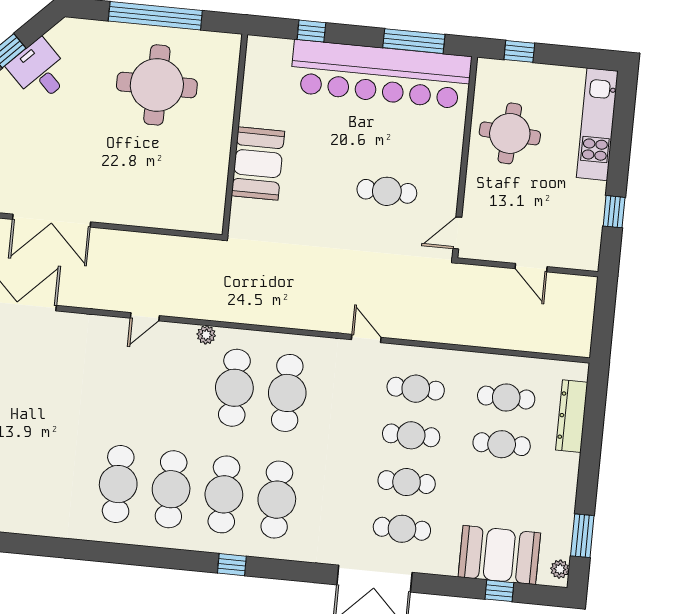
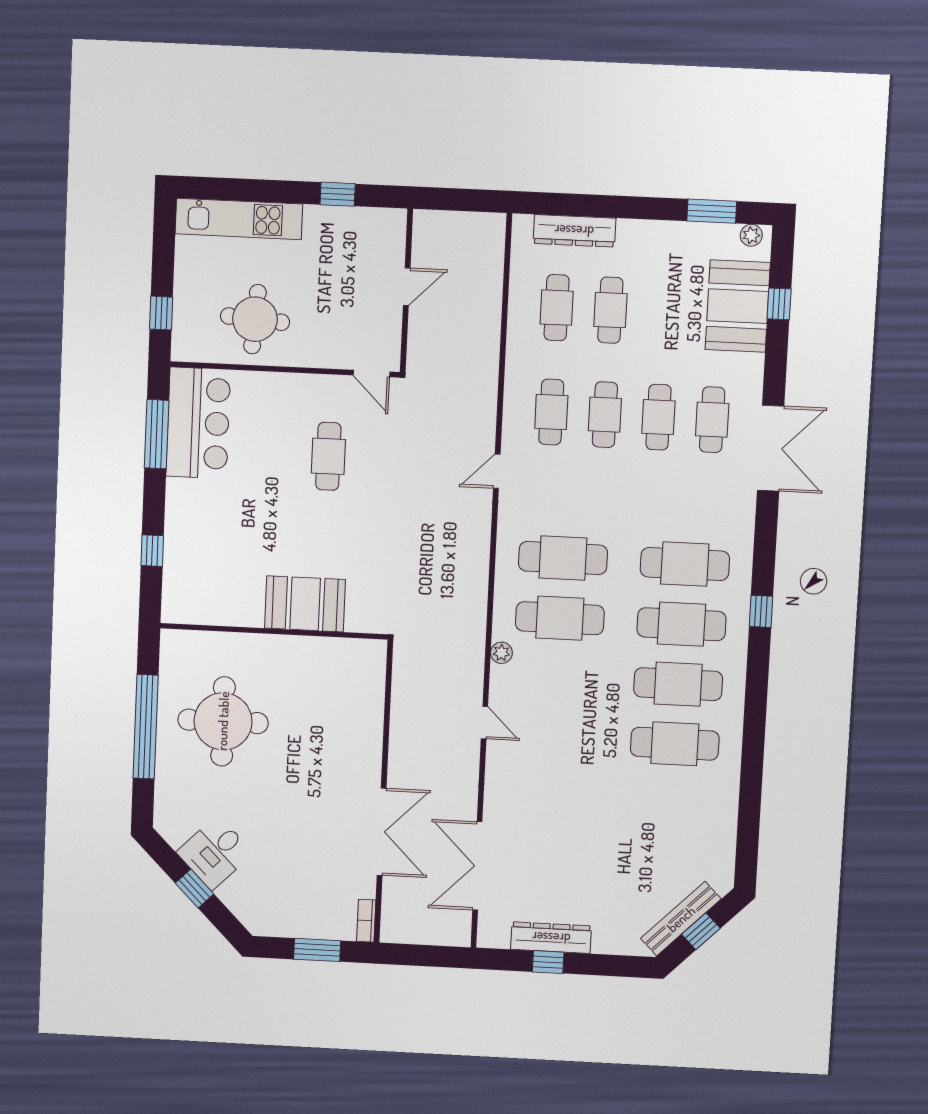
bar counter: (381, 74) -> (198, 423), width x0.54

